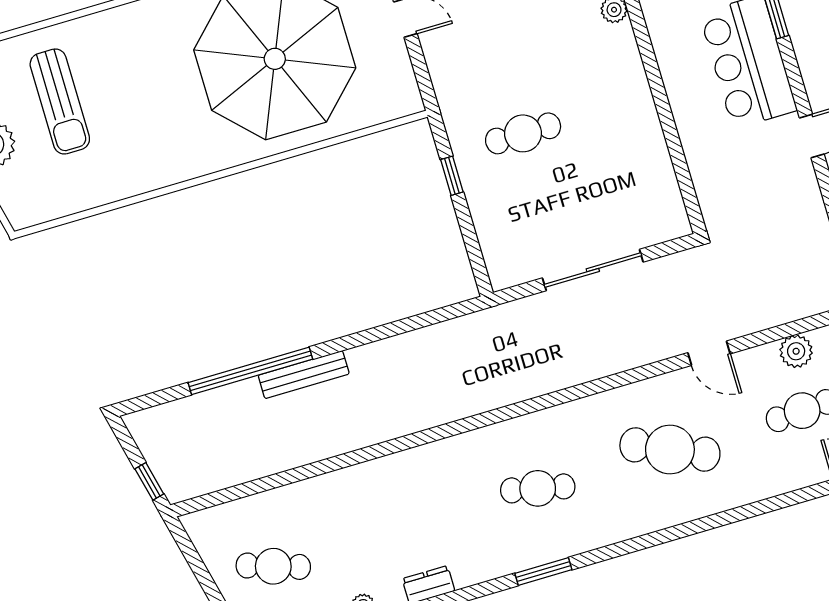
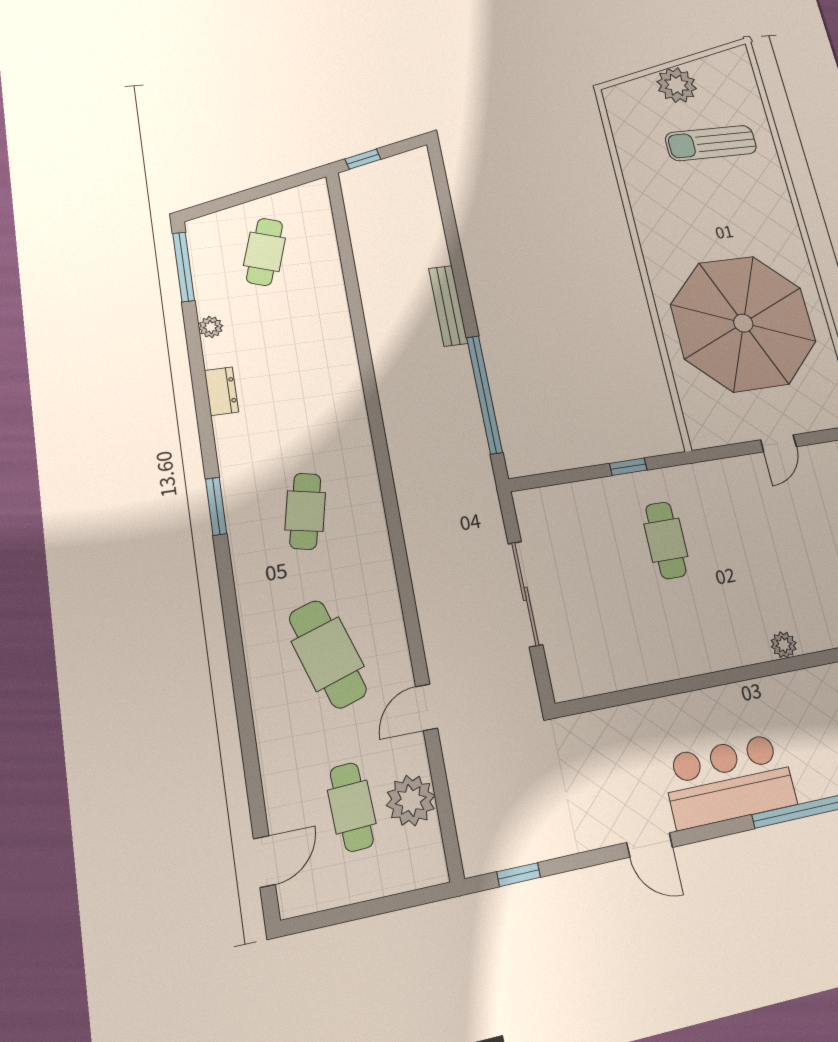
plant: (796, 351) -> (411, 800), width x1.36, depth x1.36
window: (250, 371) -> (484, 394), moved
cafe table: (670, 449) -> (328, 654), turned -42

